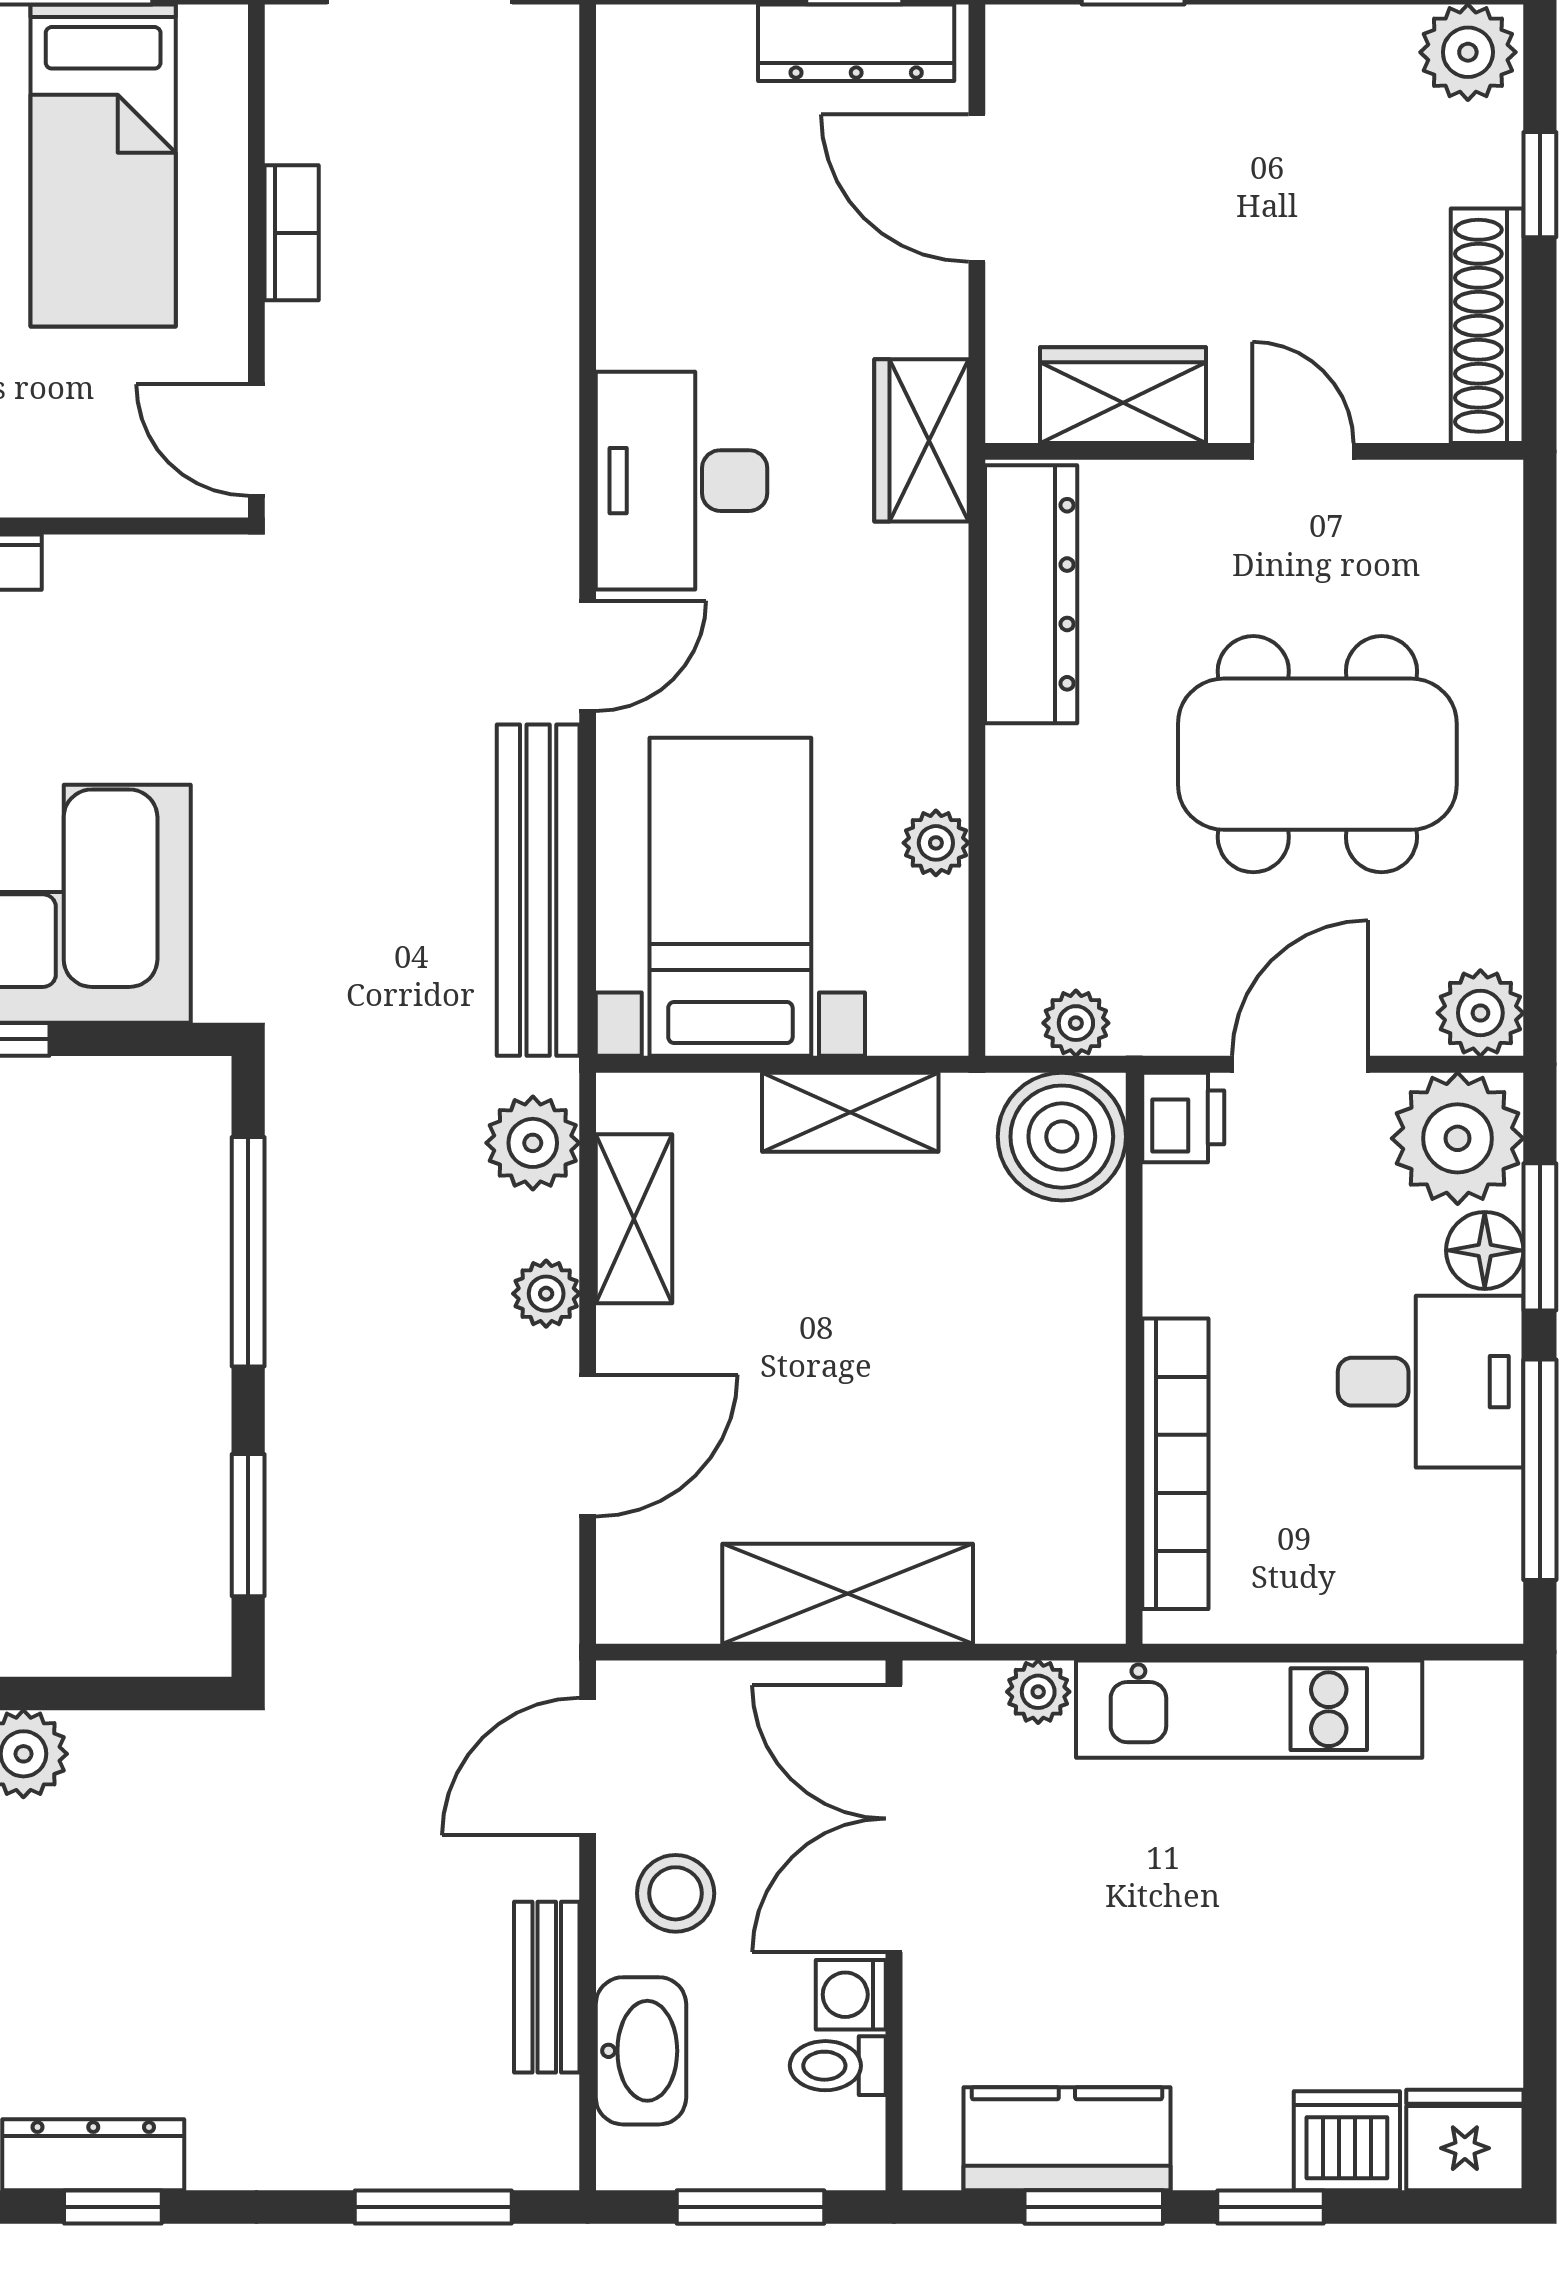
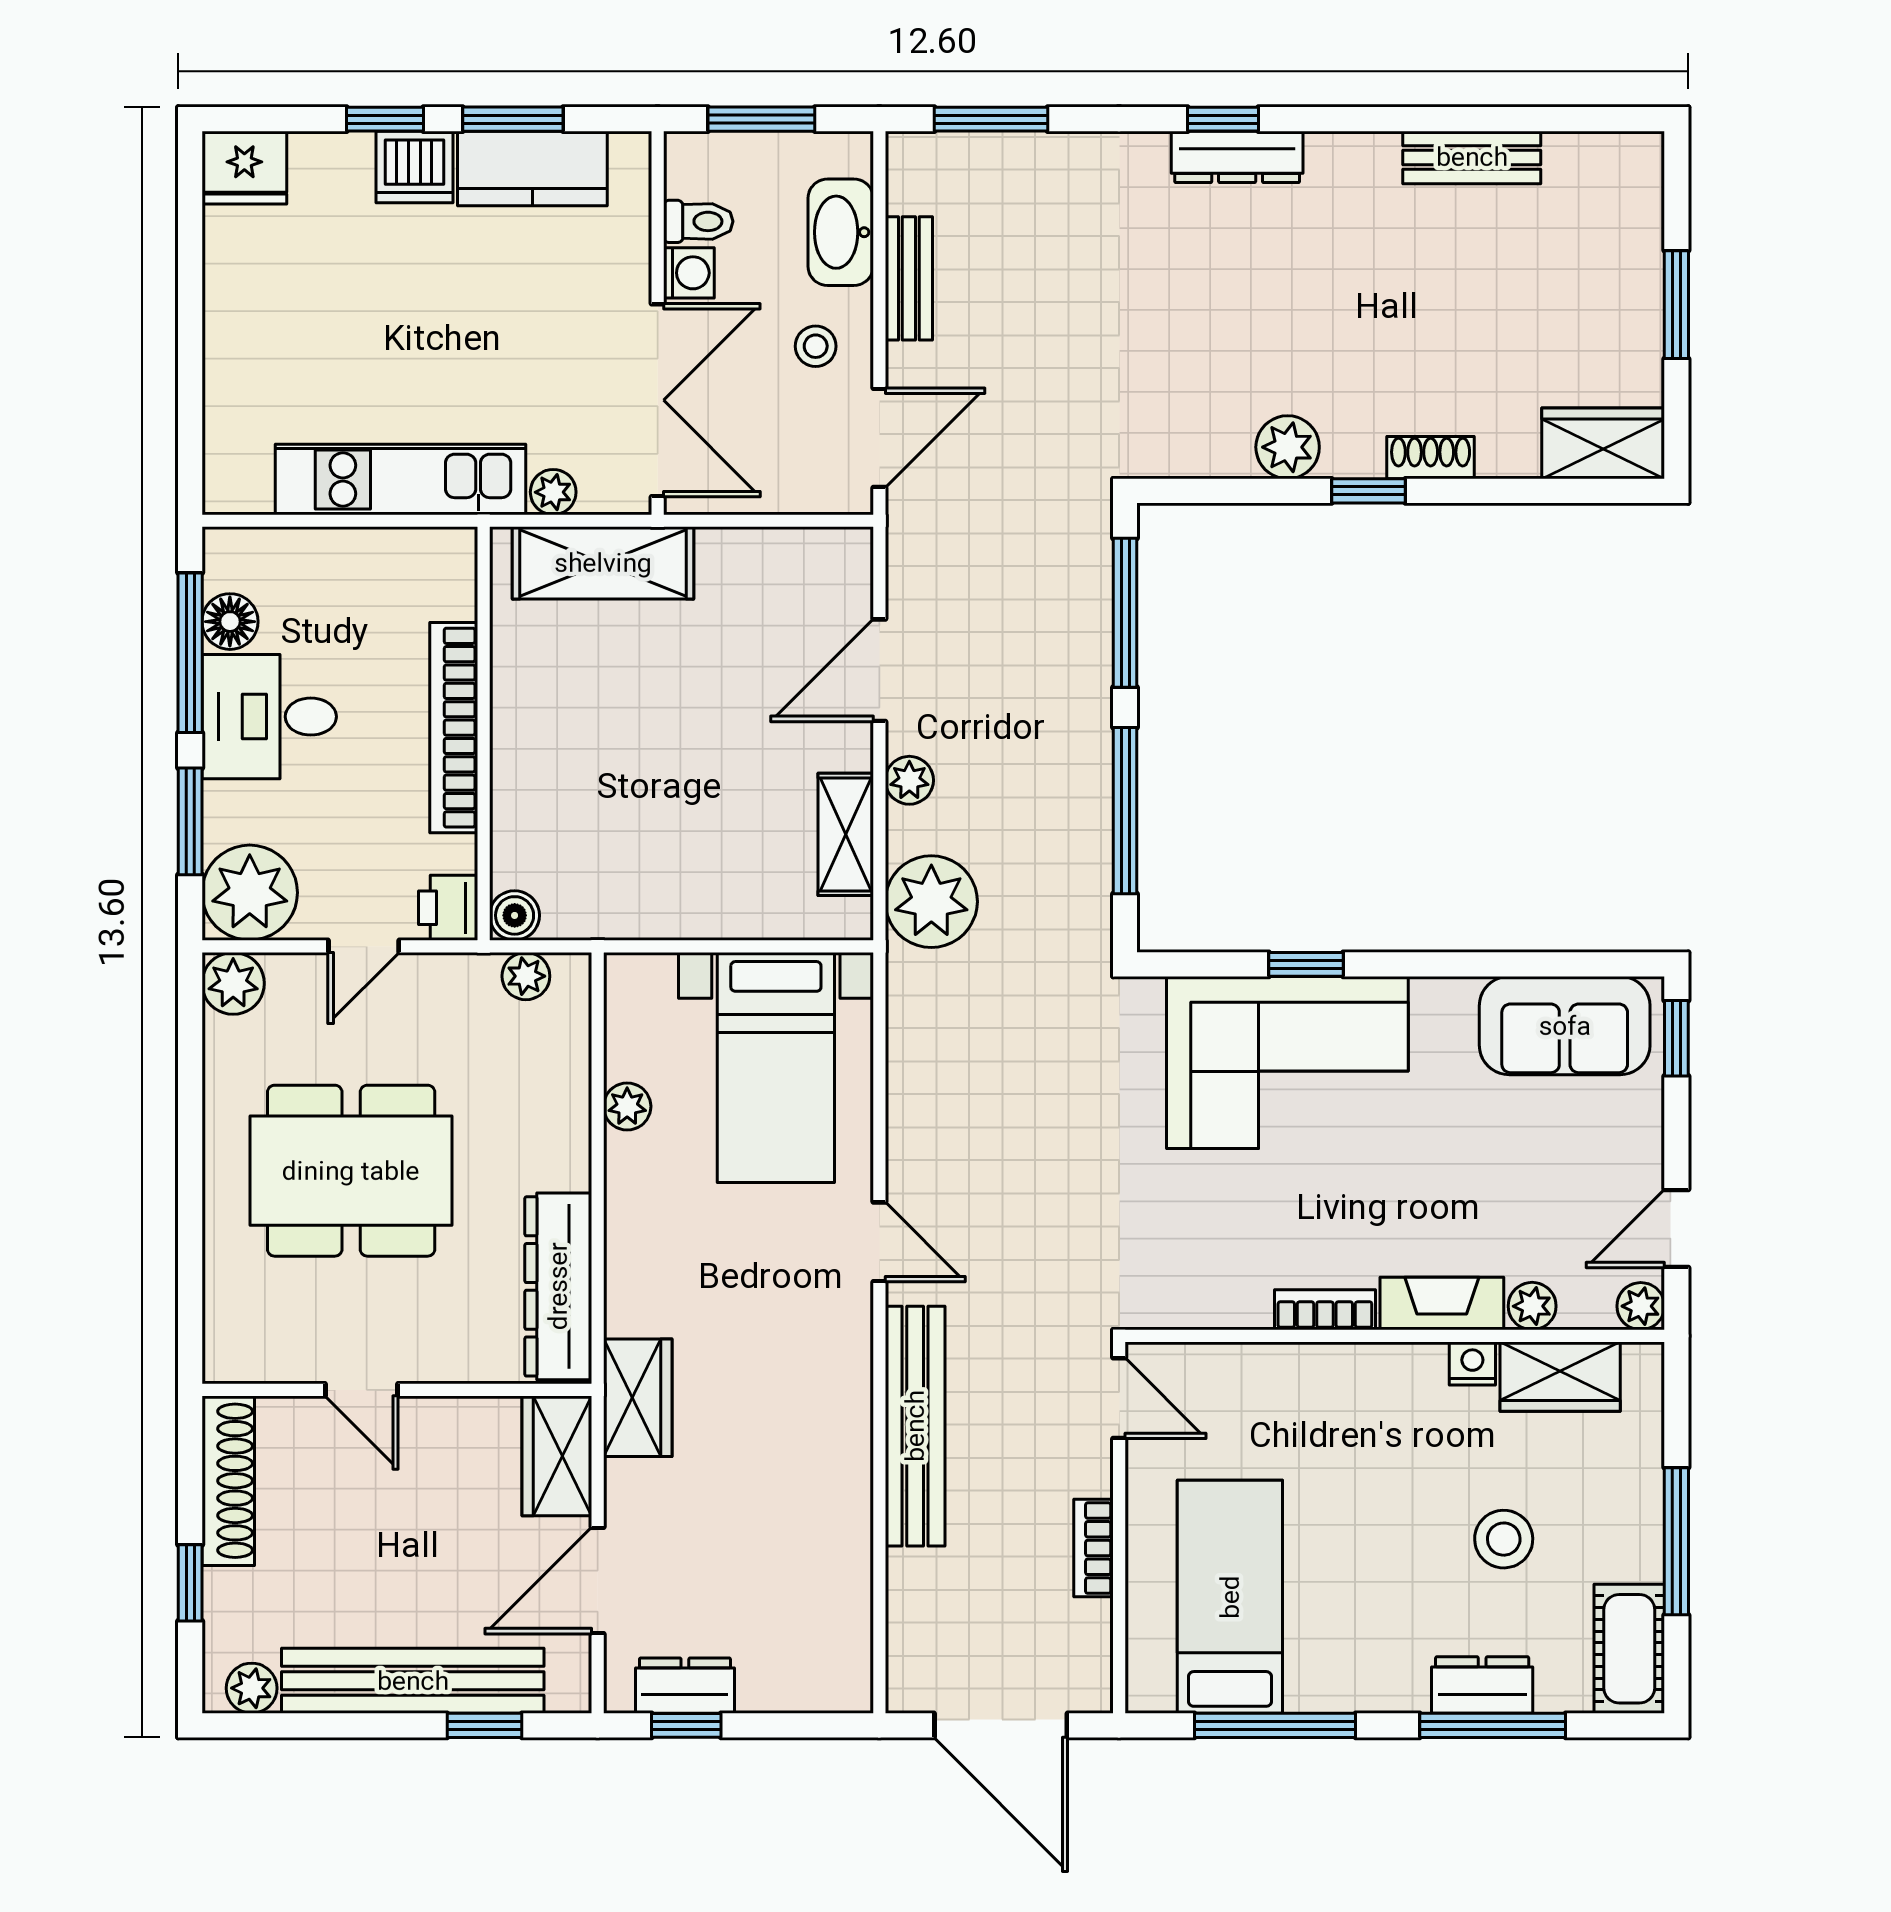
dresser: (856, 43) -> (685, 1686), width x0.70
bench: (1232, 49) -> (413, 1681), added
plant: (1468, 52) -> (252, 1688), width x0.73, depth x0.73
door: (977, 188) -> (598, 1580), swing flipped
wardrobe: (1123, 395) -> (557, 1456), moved, turned 90
desk: (682, 481) -> (811, 1369), removed
door: (588, 656) -> (879, 1242), swing flipped
bench: (538, 890) -> (915, 1426), moved
door: (1300, 1064) -> (364, 946), width x0.73
shelving: (850, 1112) -> (689, 912), removed
boiler: (1062, 1137) -> (515, 915), width x0.54, depth x0.54
plant: (533, 1143) -> (931, 902), width x1.36, depth x1.36
floor lamp: (1485, 1250) -> (230, 622), moved
bookcase: (1175, 1464) -> (454, 728), moved
window: (248, 1525) -> (1125, 613), width x1.44
shelving: (848, 1594) -> (603, 563), moved
stool: (676, 1893) -> (816, 346), width x0.73, depth x0.73
dishwasher: (1347, 2141) -> (414, 167), moved

